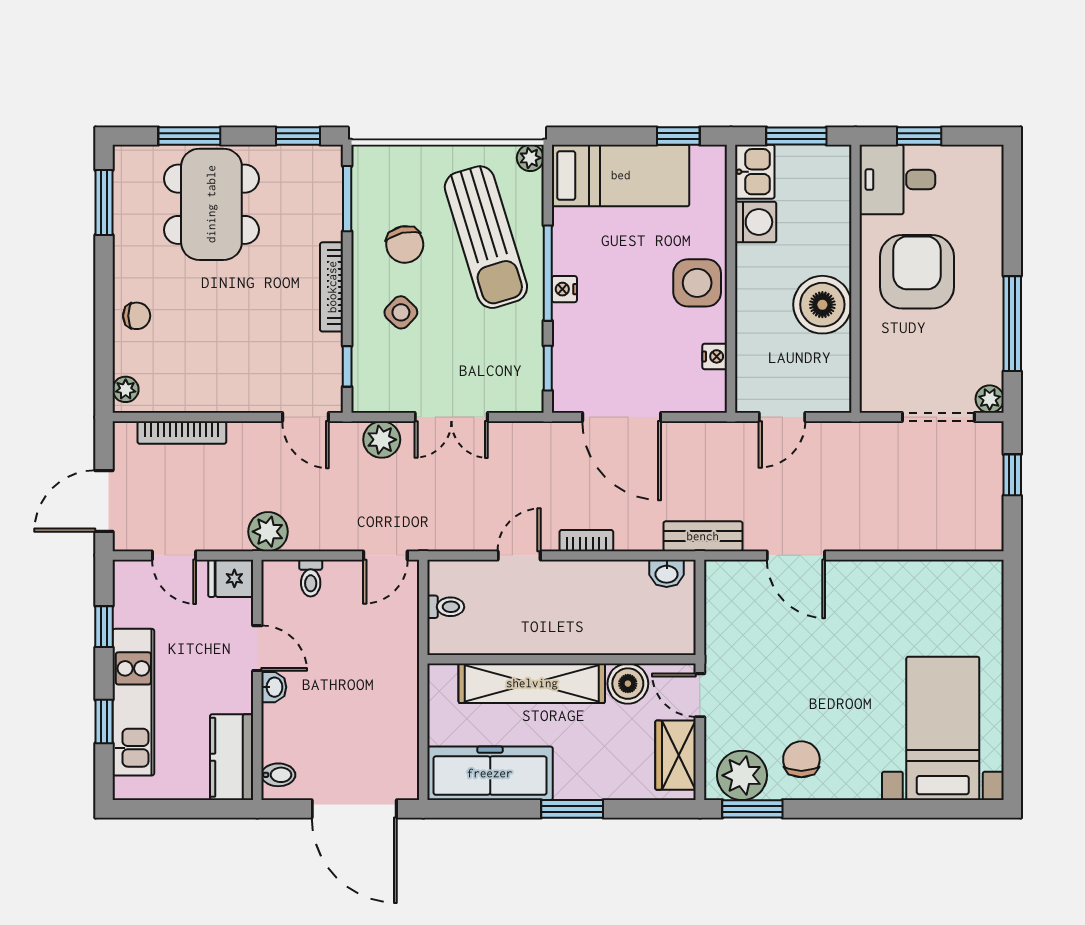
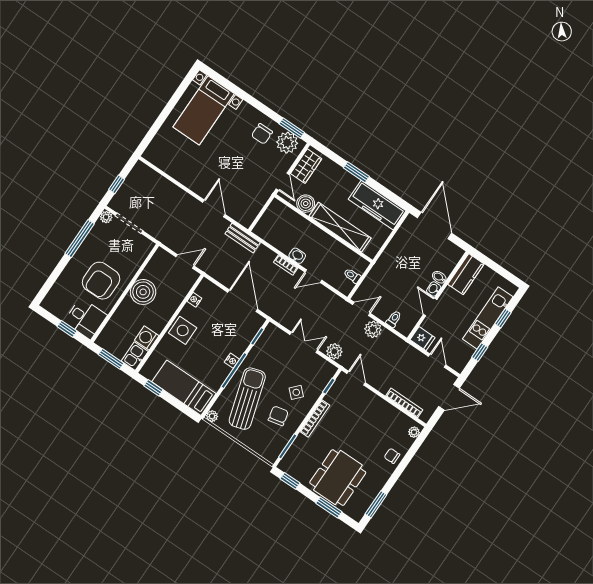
plant: (268, 532) -> (373, 329), moved
washbasin: (667, 573) -> (297, 256), moved
bidet: (278, 775) -> (439, 277), moved

